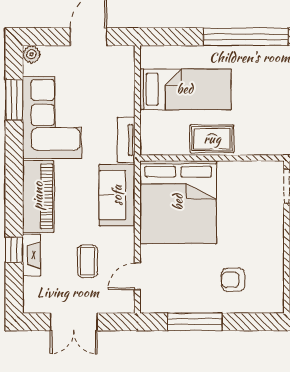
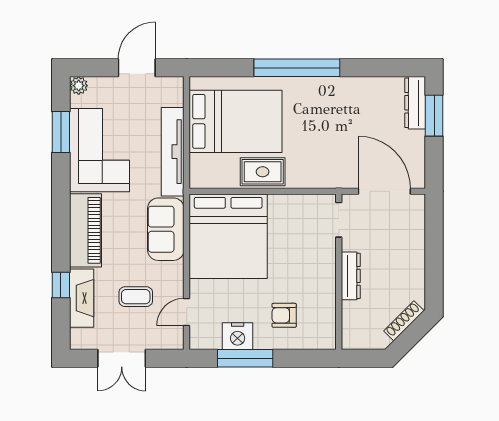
bed: (185, 89) -> (235, 121), width x1.50
tv unit: (126, 140) -> (173, 152), width x1.92, depth x1.29
fireplace: (32, 255) -> (82, 298), width x1.37, depth x1.32
coffee table: (87, 261) -> (136, 297), turned 90
nightstand: (187, 300) -> (238, 336), added

